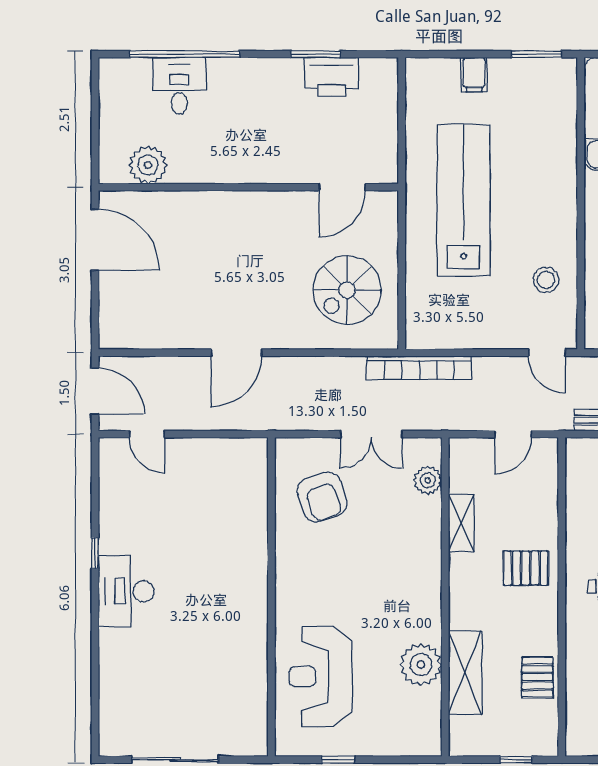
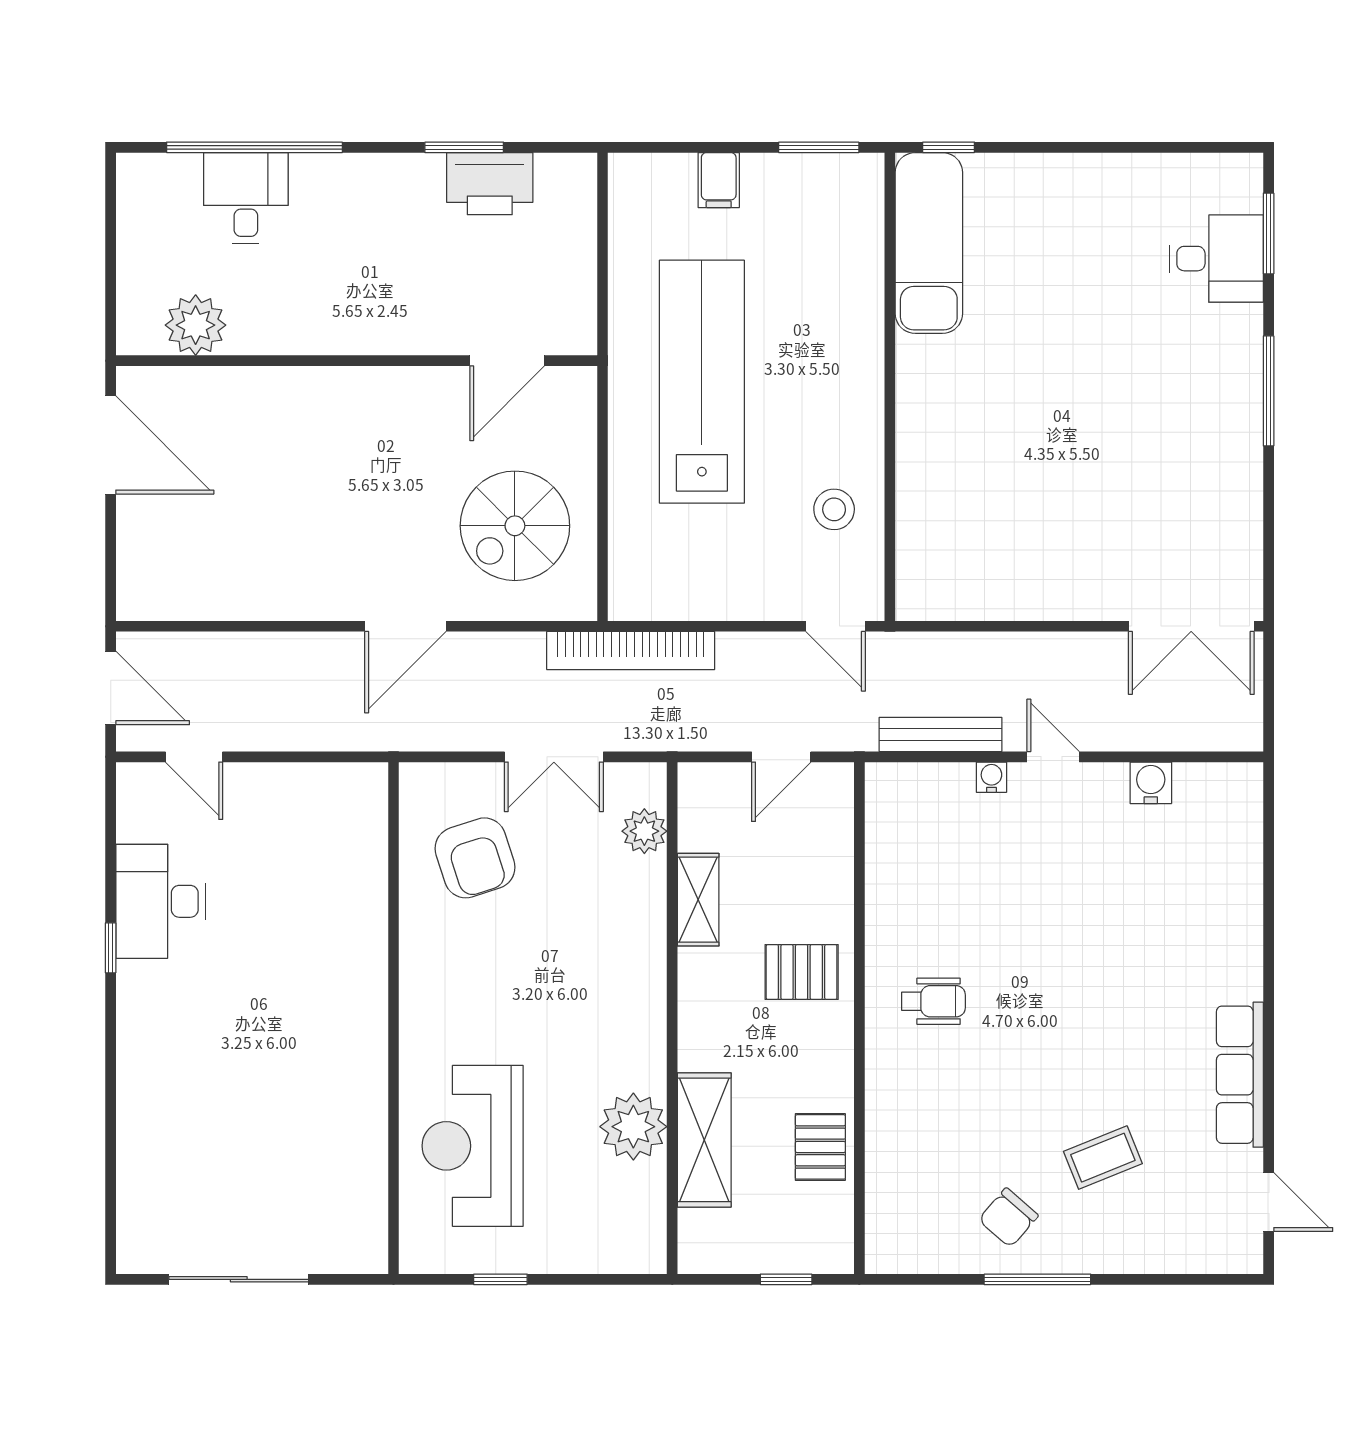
door: (236, 353) -> (405, 626), moved
desk: (126, 591) -> (161, 901), moved

